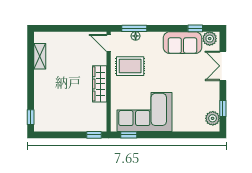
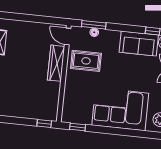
wardrobe: (100, 84) -> (56, 63), moved
corner sofa: (144, 112) -> (120, 109), moved

